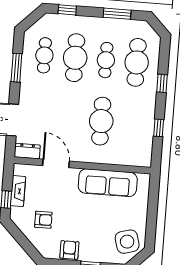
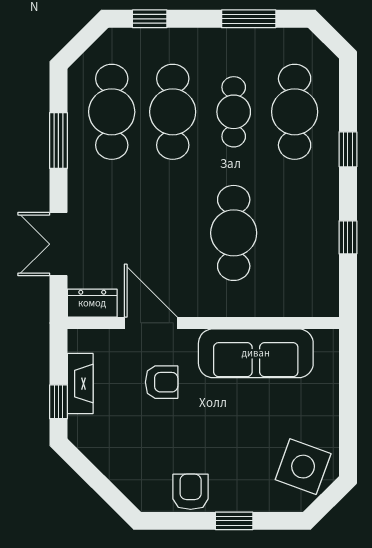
cafe table: (44, 55) -> (112, 112), width x1.37, depth x1.35
armchair: (43, 220) -> (162, 382), moved
side table: (127, 242) -> (303, 467), turned 35

